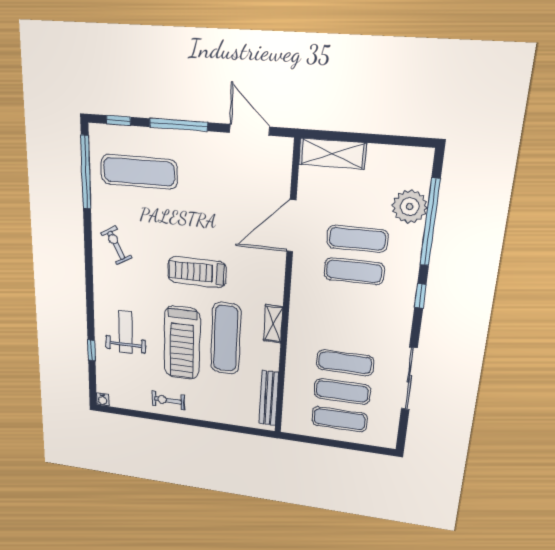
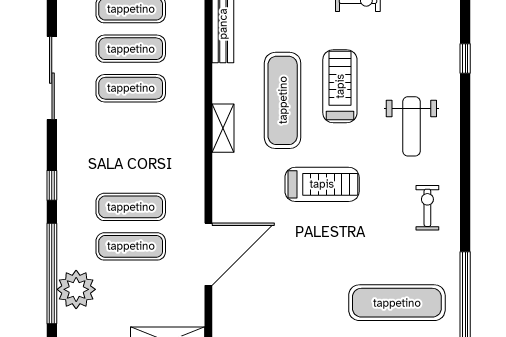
exercise bike: (116, 245) -> (427, 208), turned -152
weight bench: (126, 332) -> (411, 126), moved
treadmill: (182, 343) -> (340, 86), width x0.73, depth x0.73

